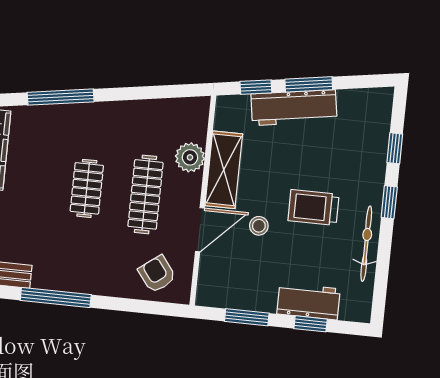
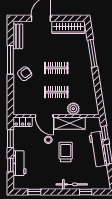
clothes rail: (146, 194) -> (56, 92), width x0.73
window: (389, 202) -> (34, 192), moved
trolley: (313, 208) -> (66, 152), moved
bicycle: (366, 244) -> (72, 184), moved
armchair: (157, 274) -> (25, 74), moved
locker: (209, 284) -> (23, 122), added

